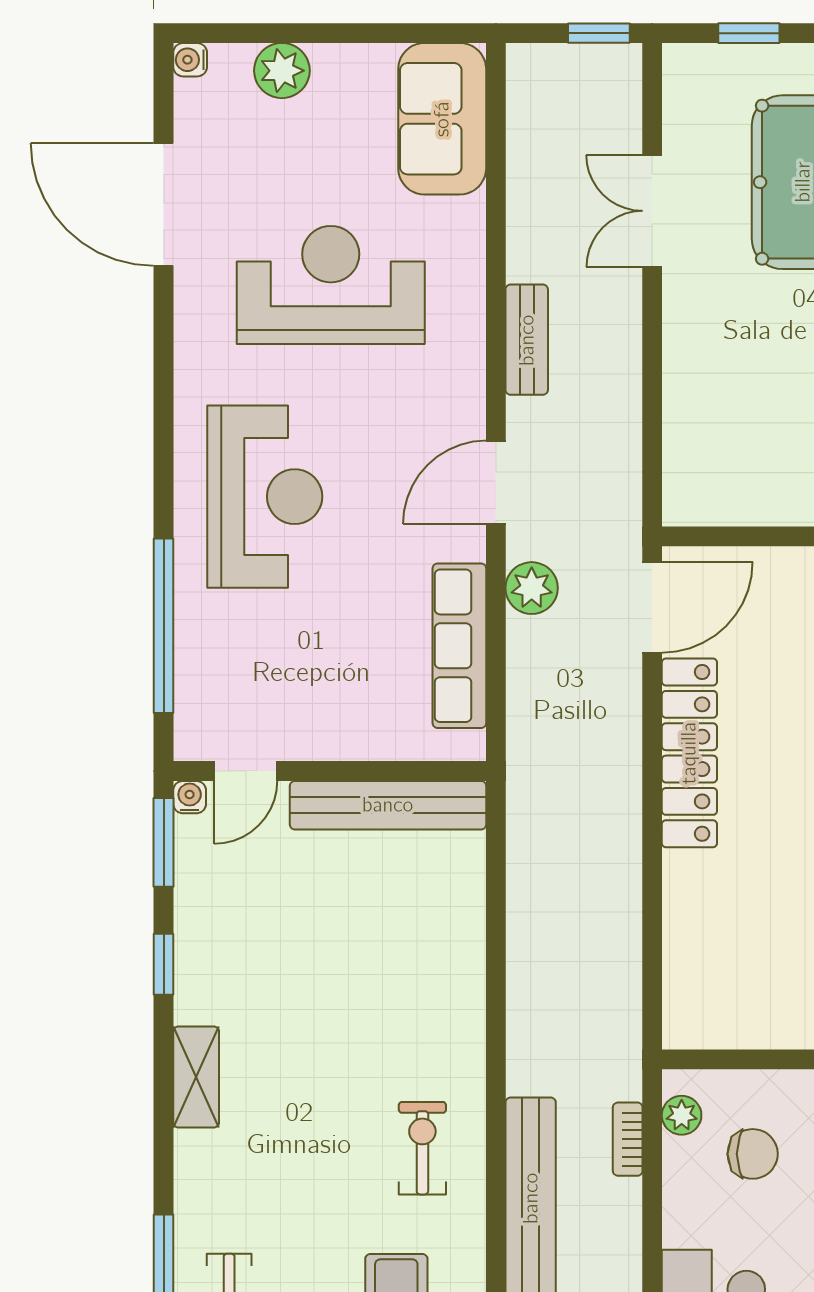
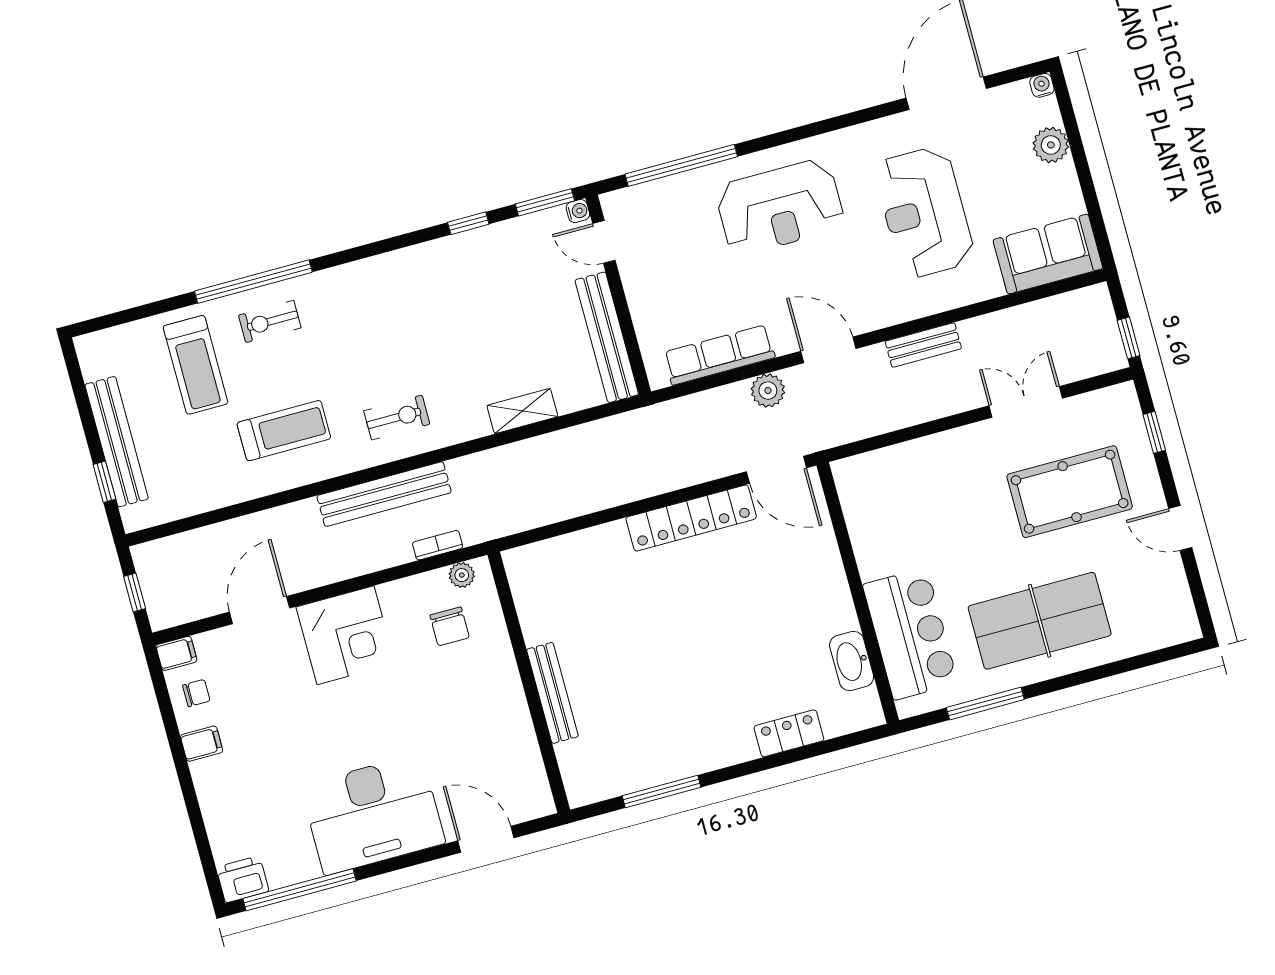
reception desk: (331, 285) -> (924, 212), turned 180
shelving: (196, 1077) -> (522, 411), moved

